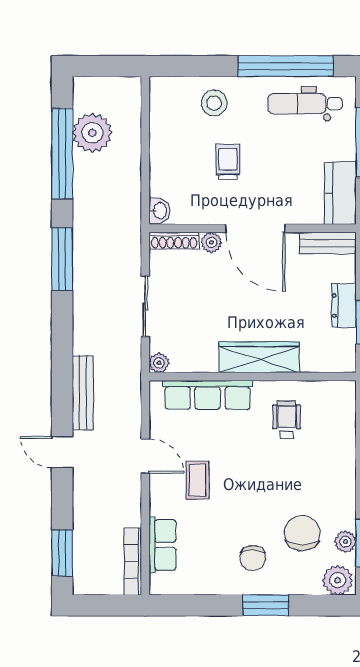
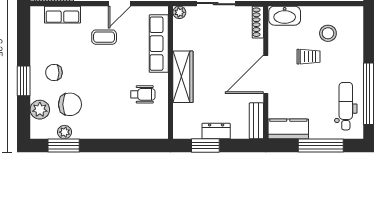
stool: (214, 103) -> (328, 33), moved
washbasin: (159, 211) -> (285, 16), width x1.91, depth x1.45
plant: (211, 242) -> (257, 46), removed
plant: (338, 580) -> (40, 110), moved

